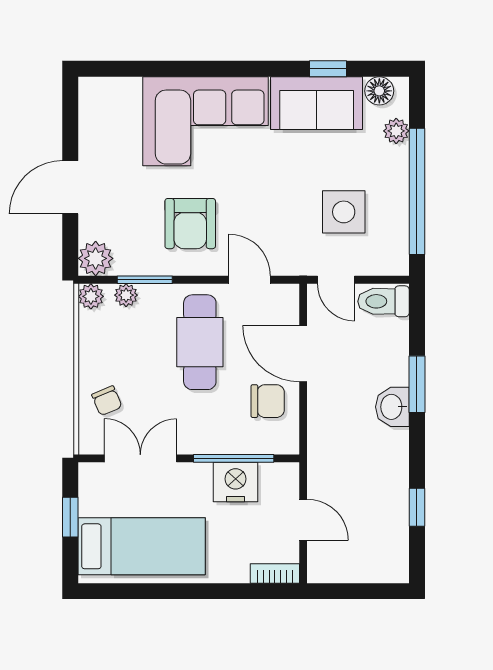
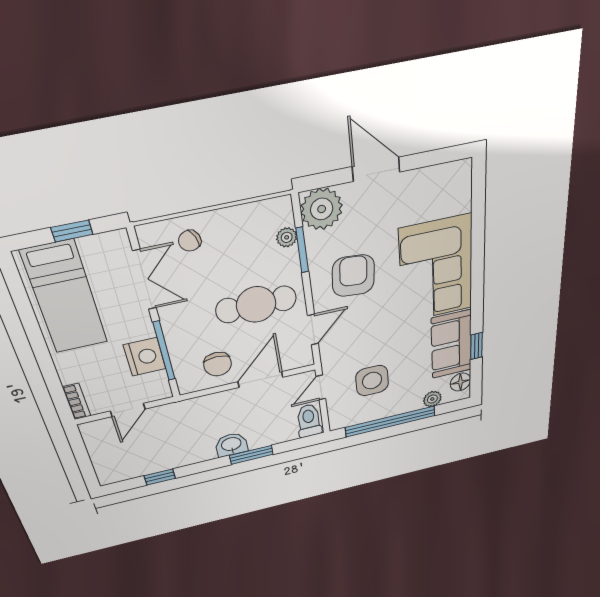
armchair: (190, 224) -> (353, 276), turned 95
plant: (96, 258) -> (322, 209), width x1.36, depth x1.36
plant: (91, 296) -> (281, 207), removed

